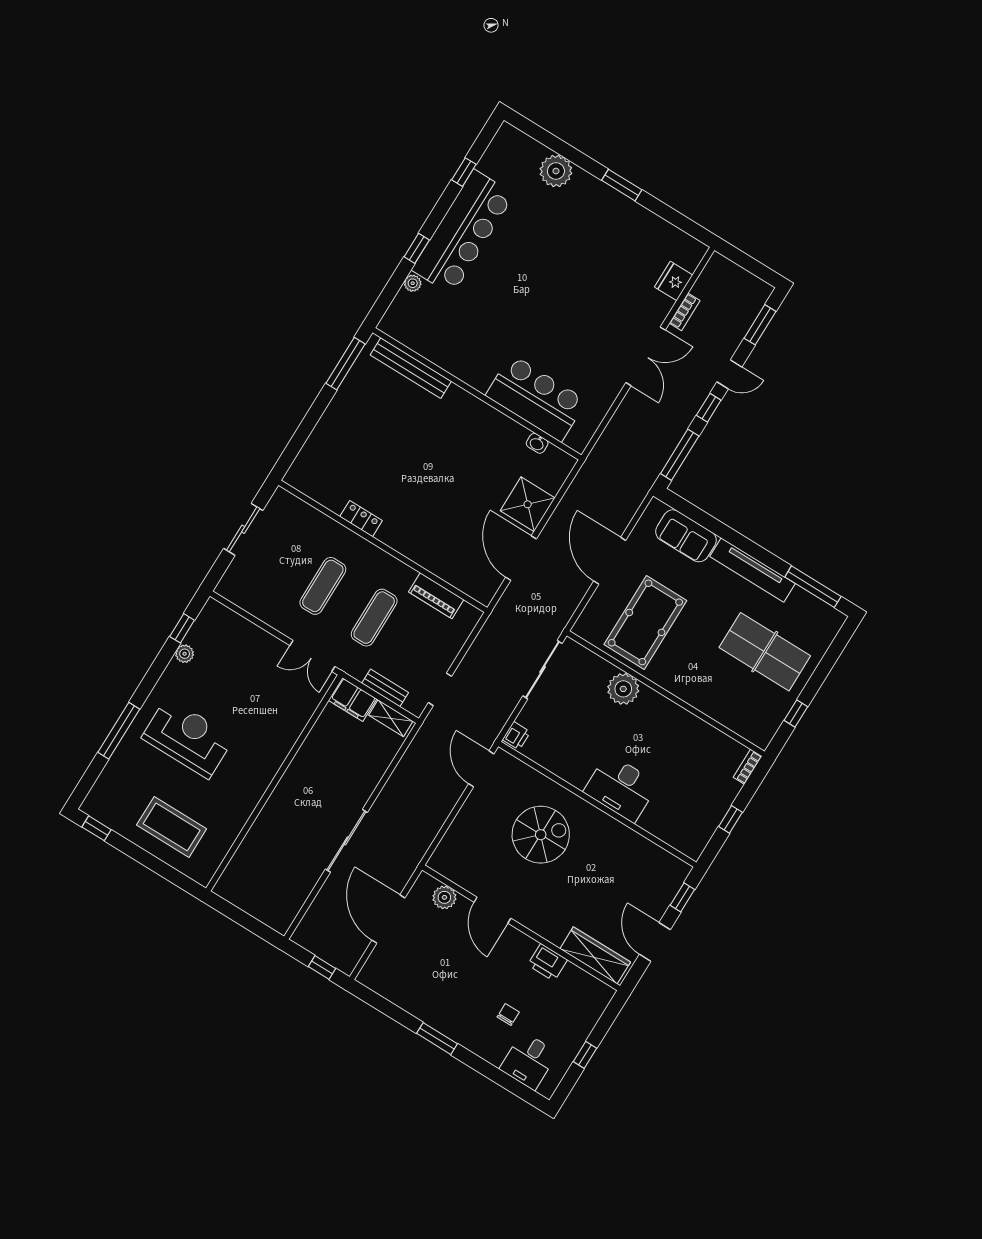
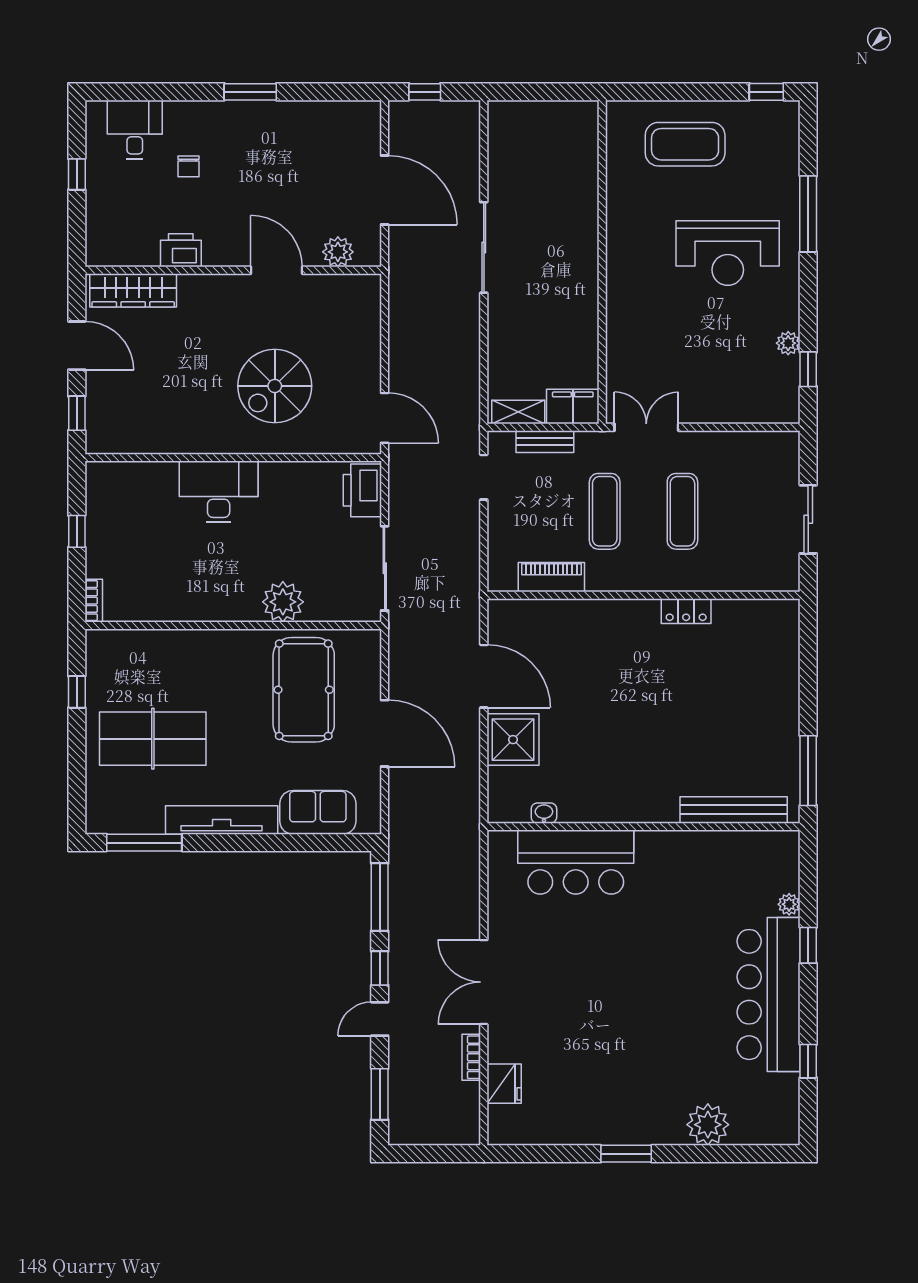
printer: (516, 736) -> (362, 490), width x1.87, depth x1.48

